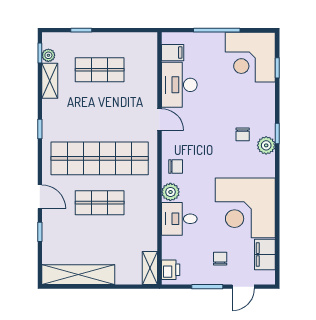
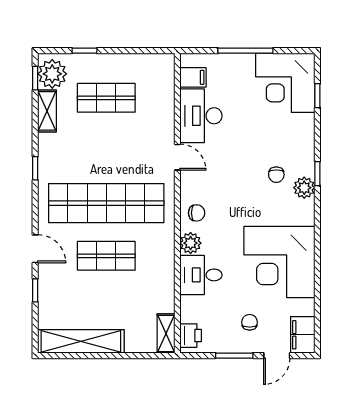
plant: (48, 55) -> (52, 74), width x1.87, depth x1.87
filing cabinet: (265, 255) -> (303, 335), moved

